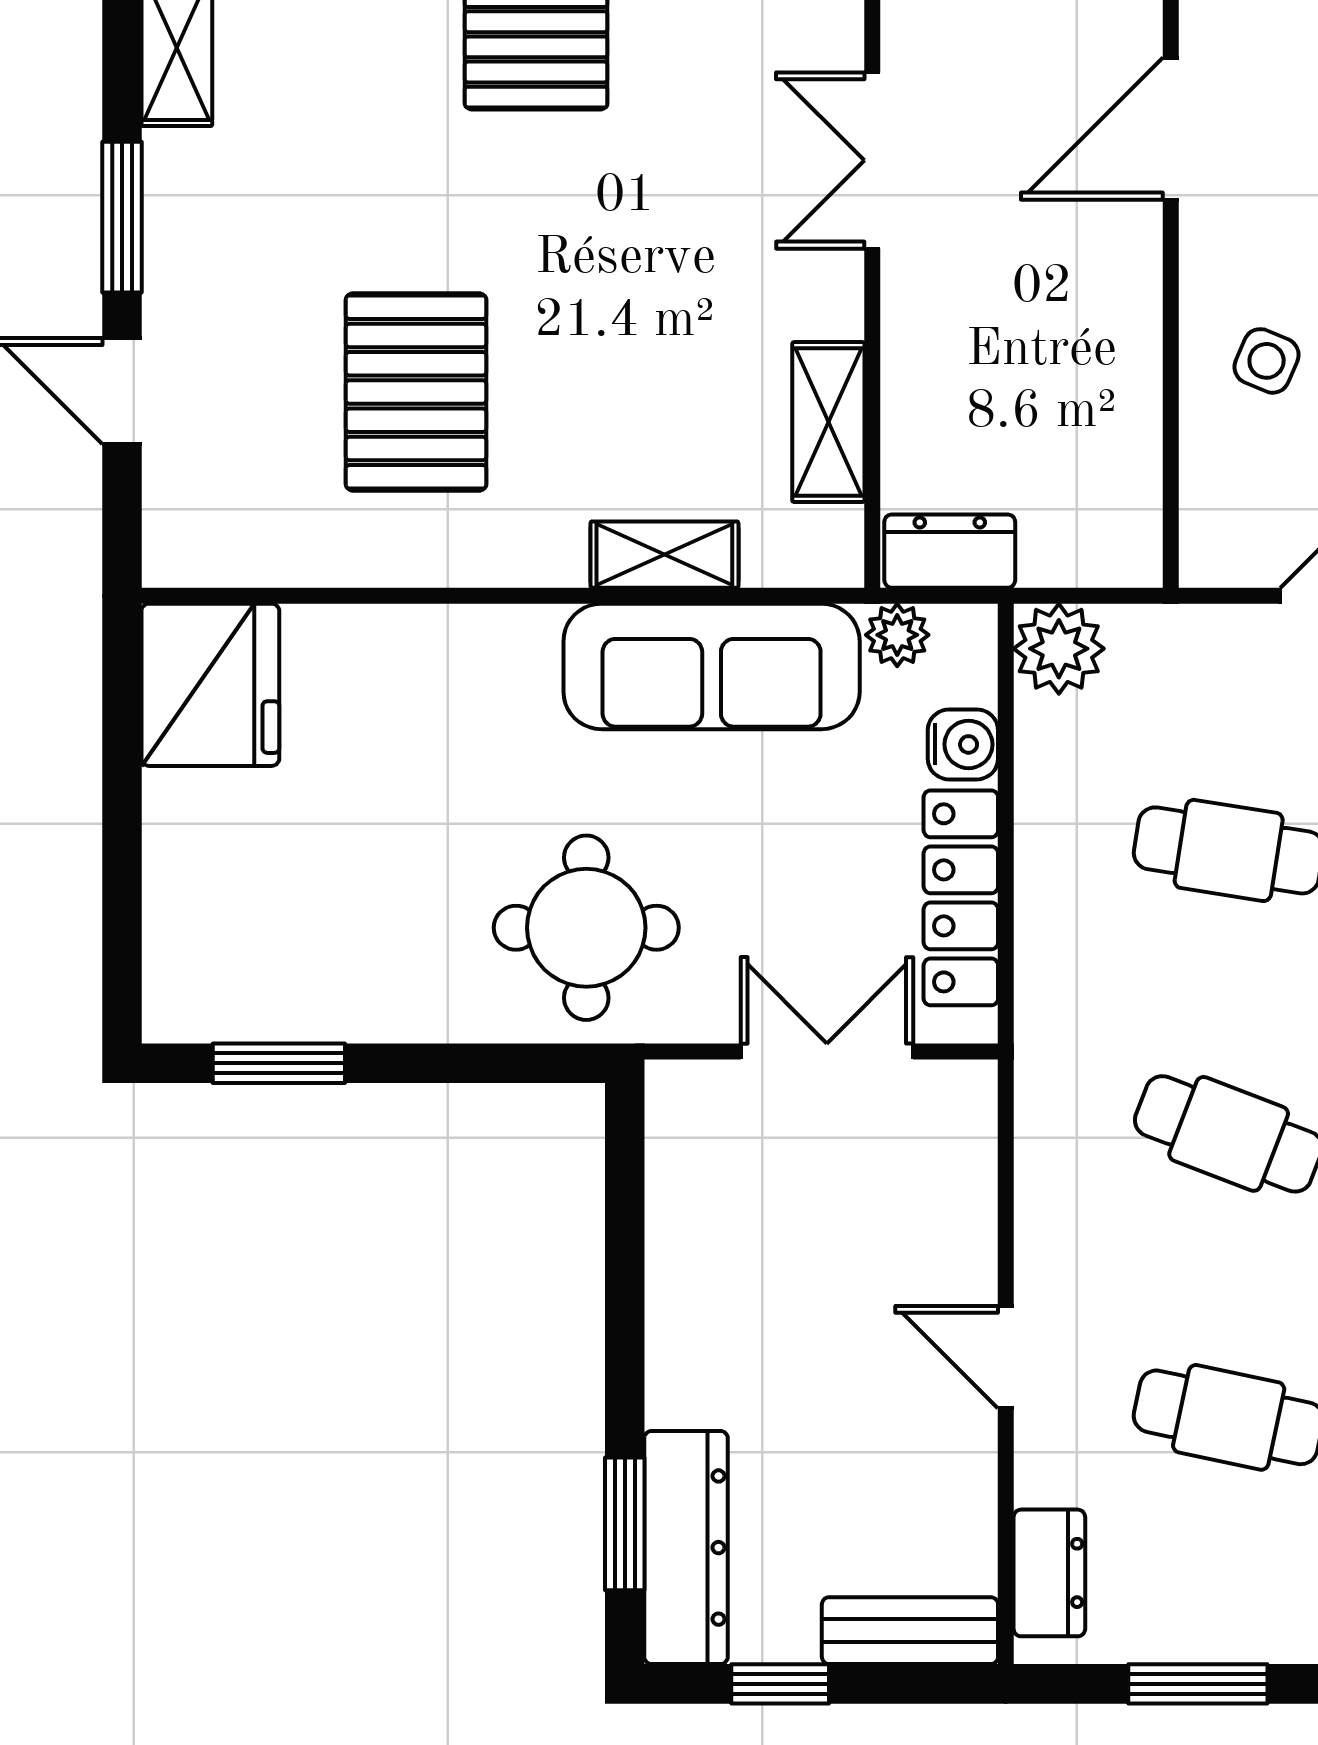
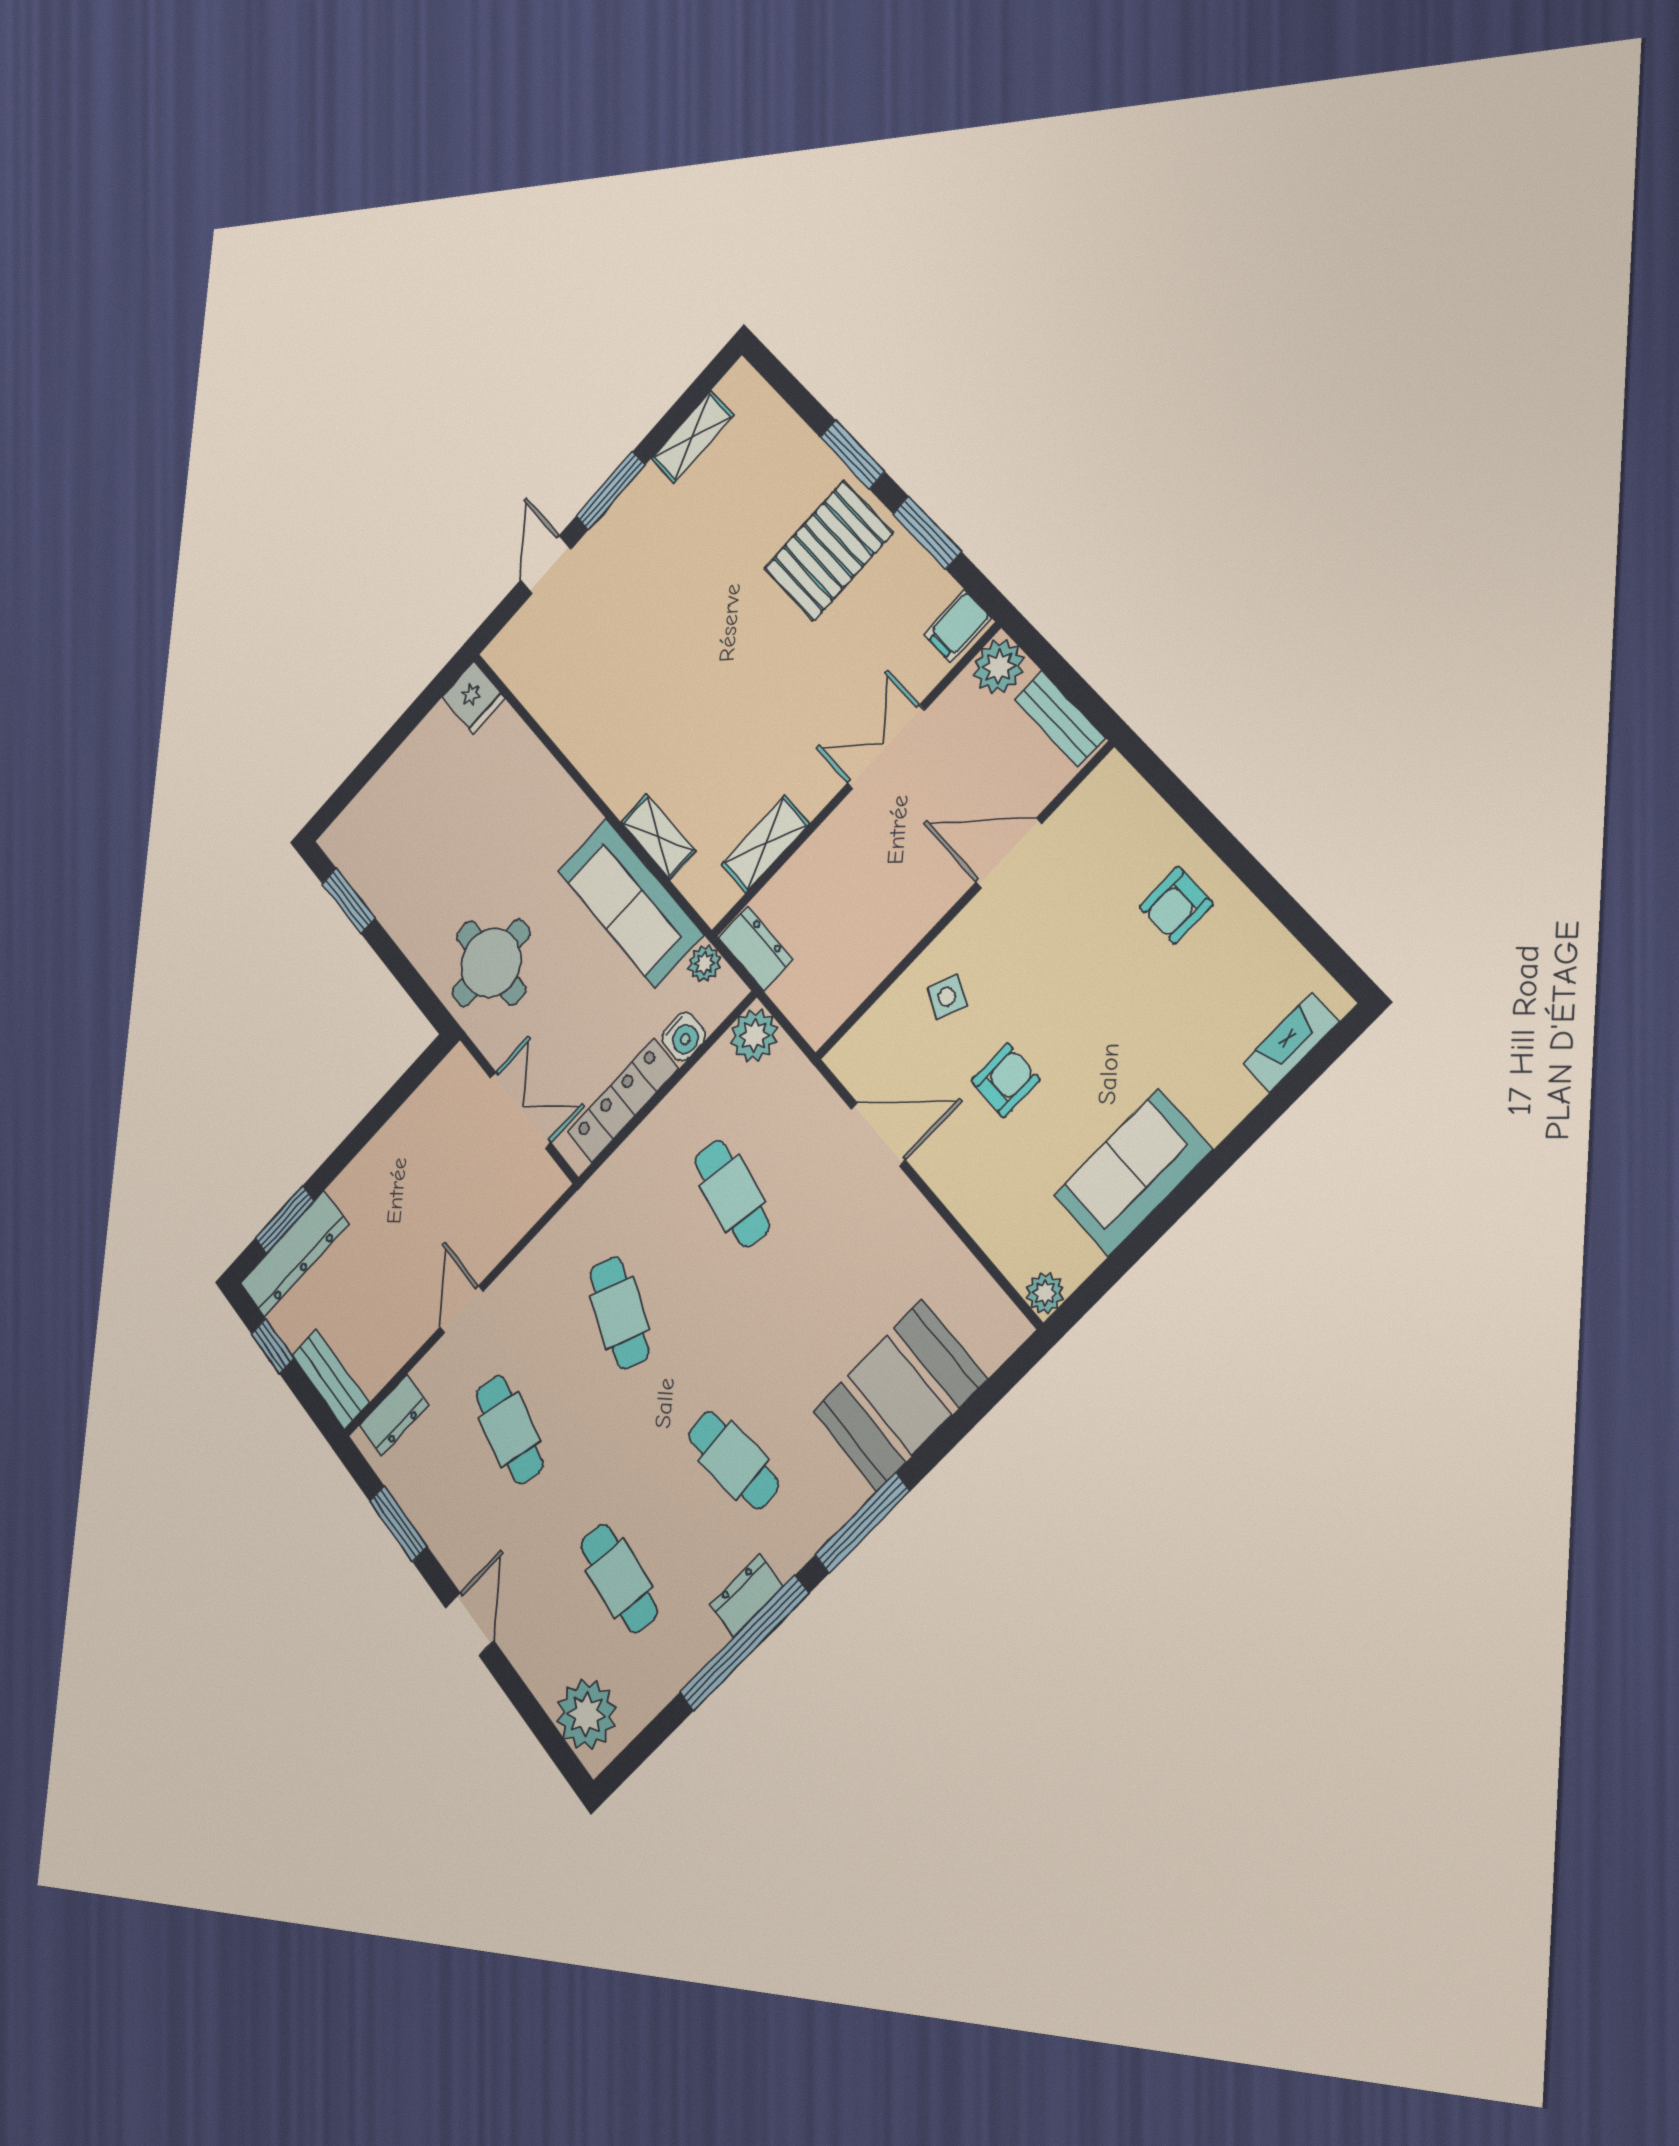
pallet: (416, 392) -> (639, 672), removed
fridge: (210, 685) -> (474, 698), width x0.53, depth x0.75

